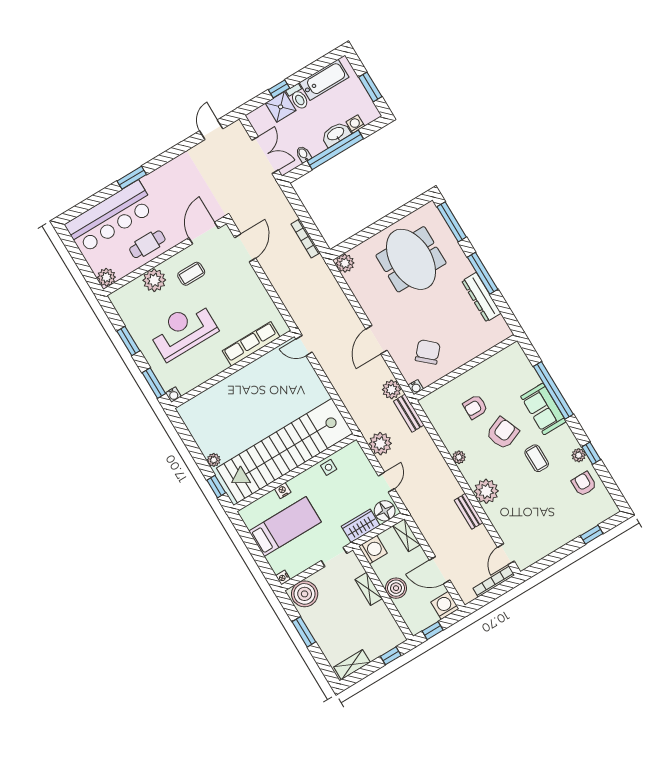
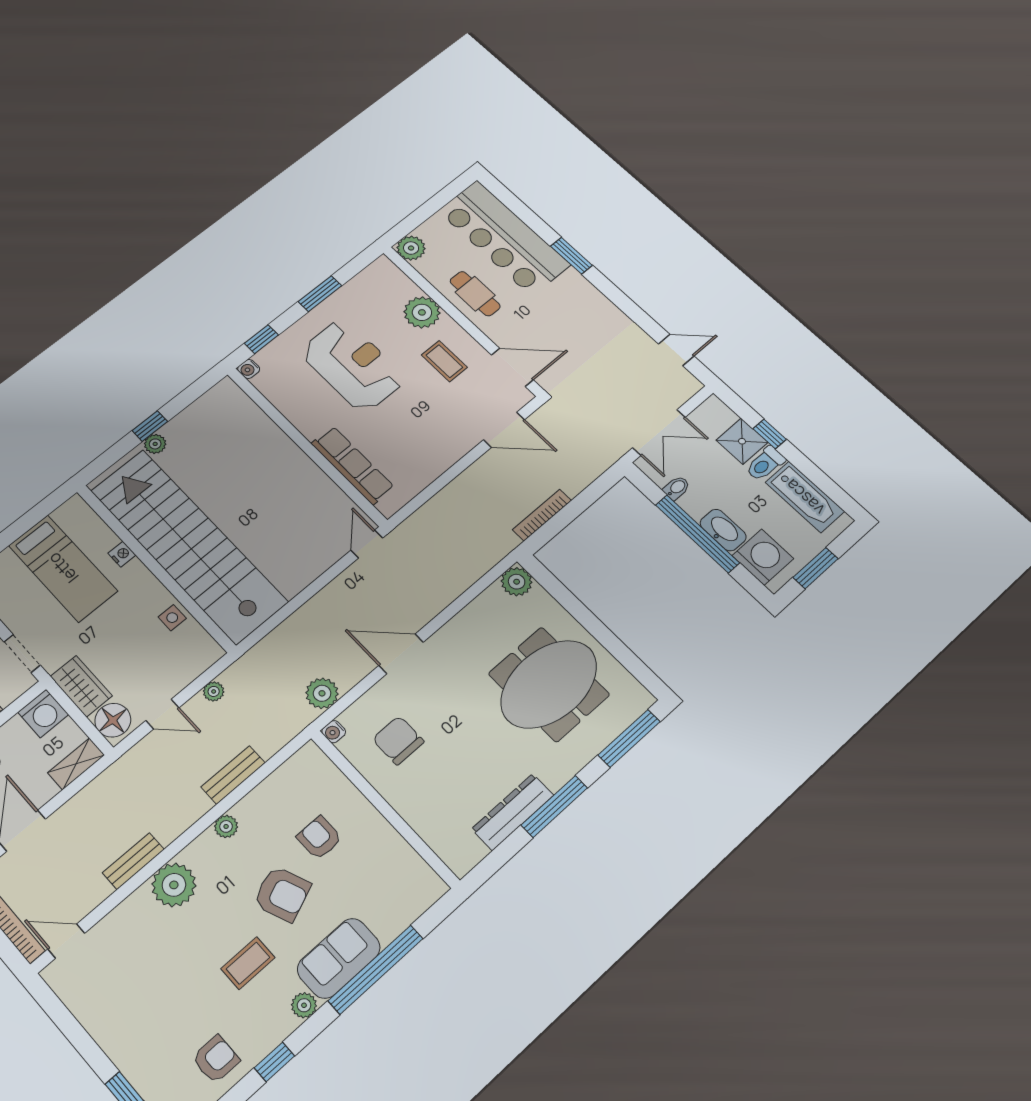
washing machine: (355, 124) -> (763, 557), width x1.89, depth x1.89
chair: (428, 352) -> (398, 740), turned -132
window: (154, 383) -> (261, 339), width x0.67
bench: (409, 413) -> (233, 775), moved
plant: (380, 444) -> (214, 691), width x0.53, depth x0.53
plant: (579, 455) -> (304, 1005), moved
window: (216, 487) -> (150, 426), moved

